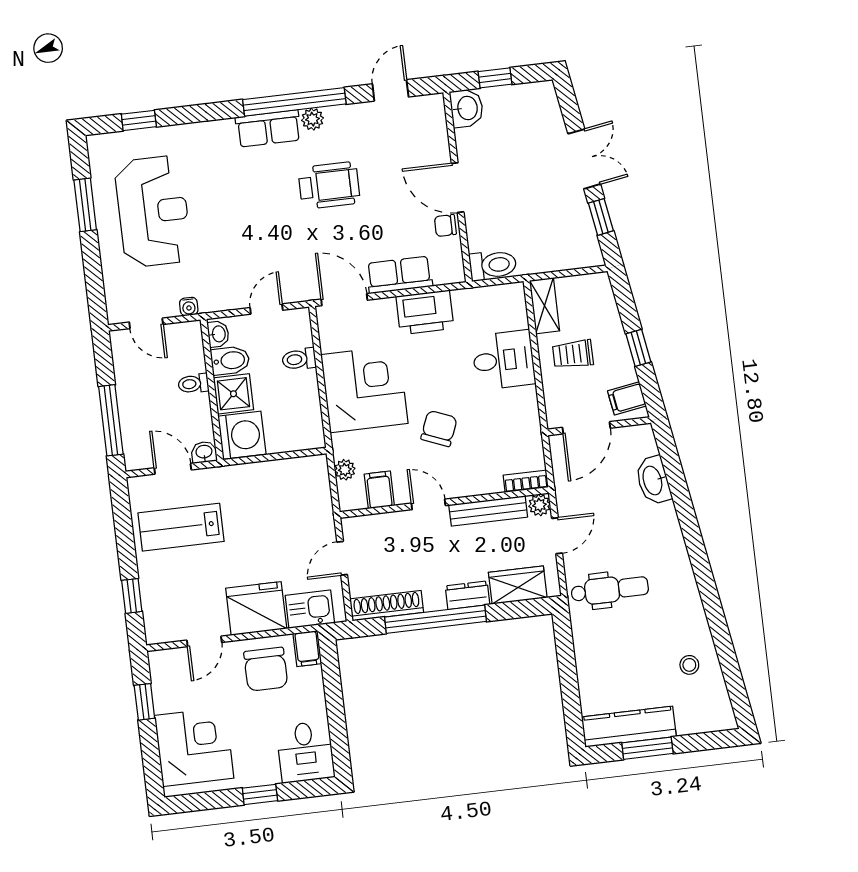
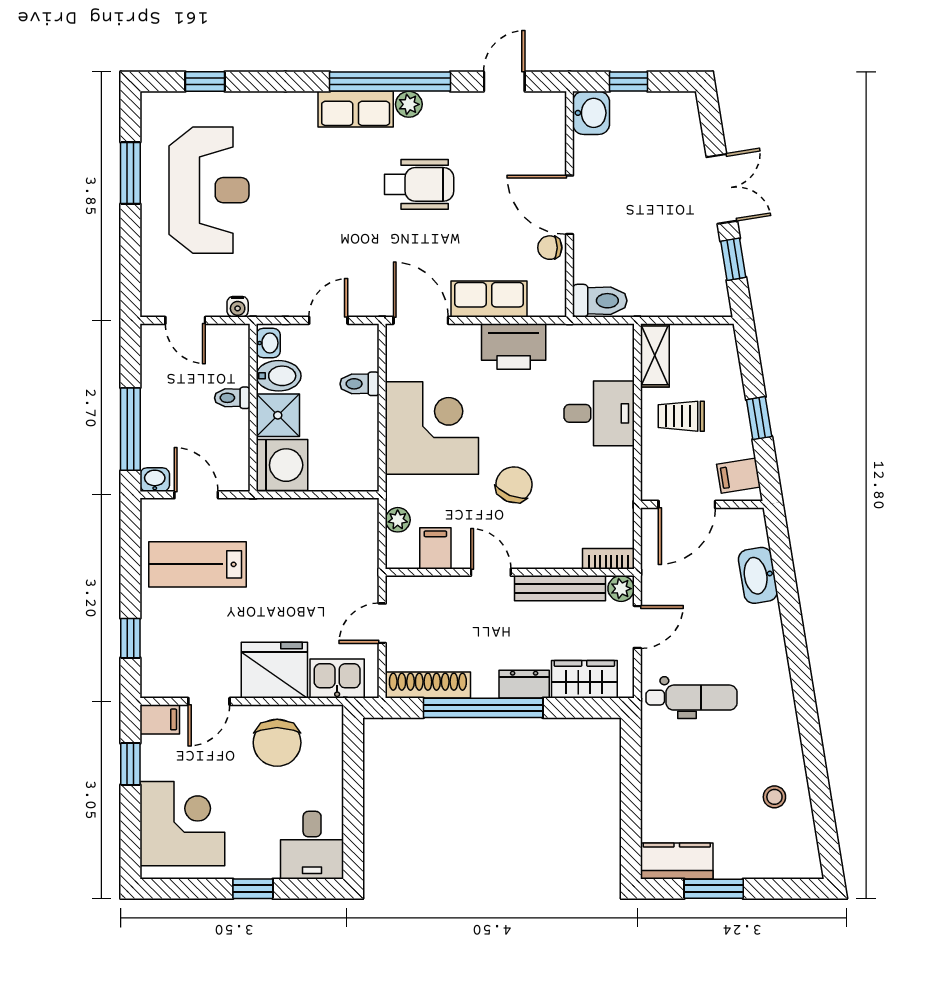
washbasin: (204, 452) -> (155, 480), moved
filing cabinet: (307, 649) -> (160, 719), moved, turned -90
kitchen counter: (629, 727) -> (677, 861), width x0.67

